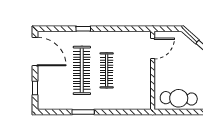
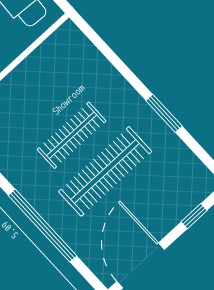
window: (83, 29) -> (42, 226), width x3.17

